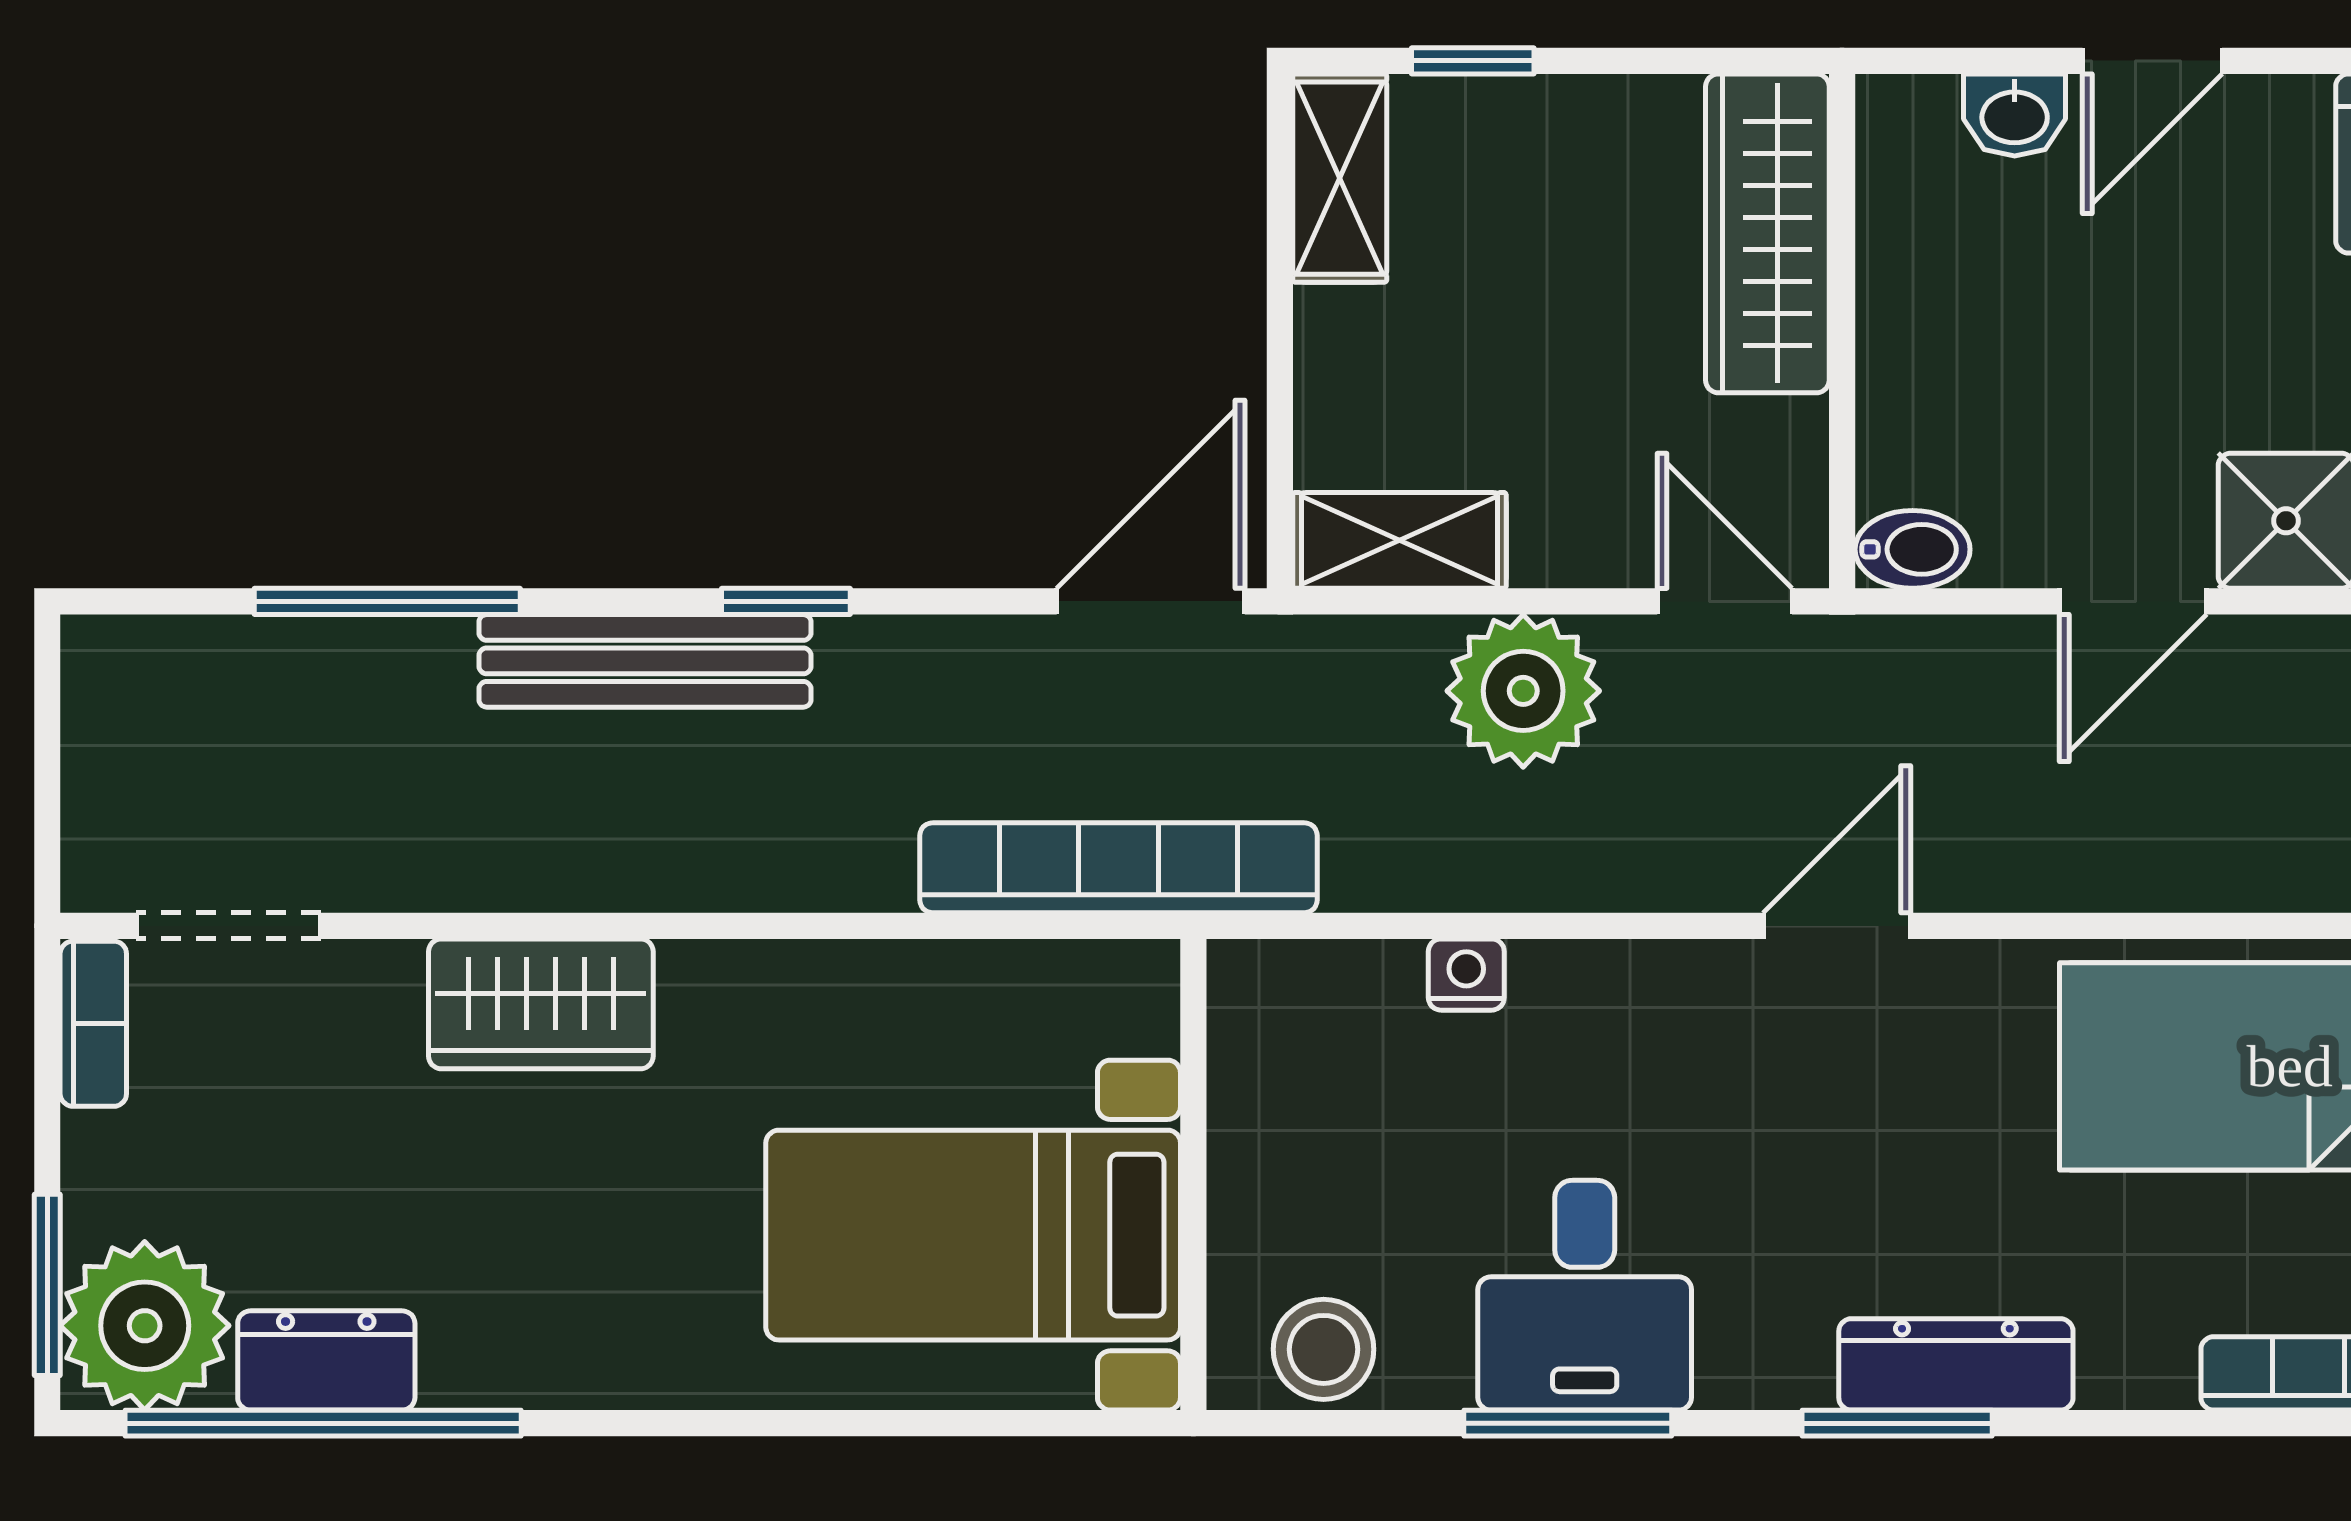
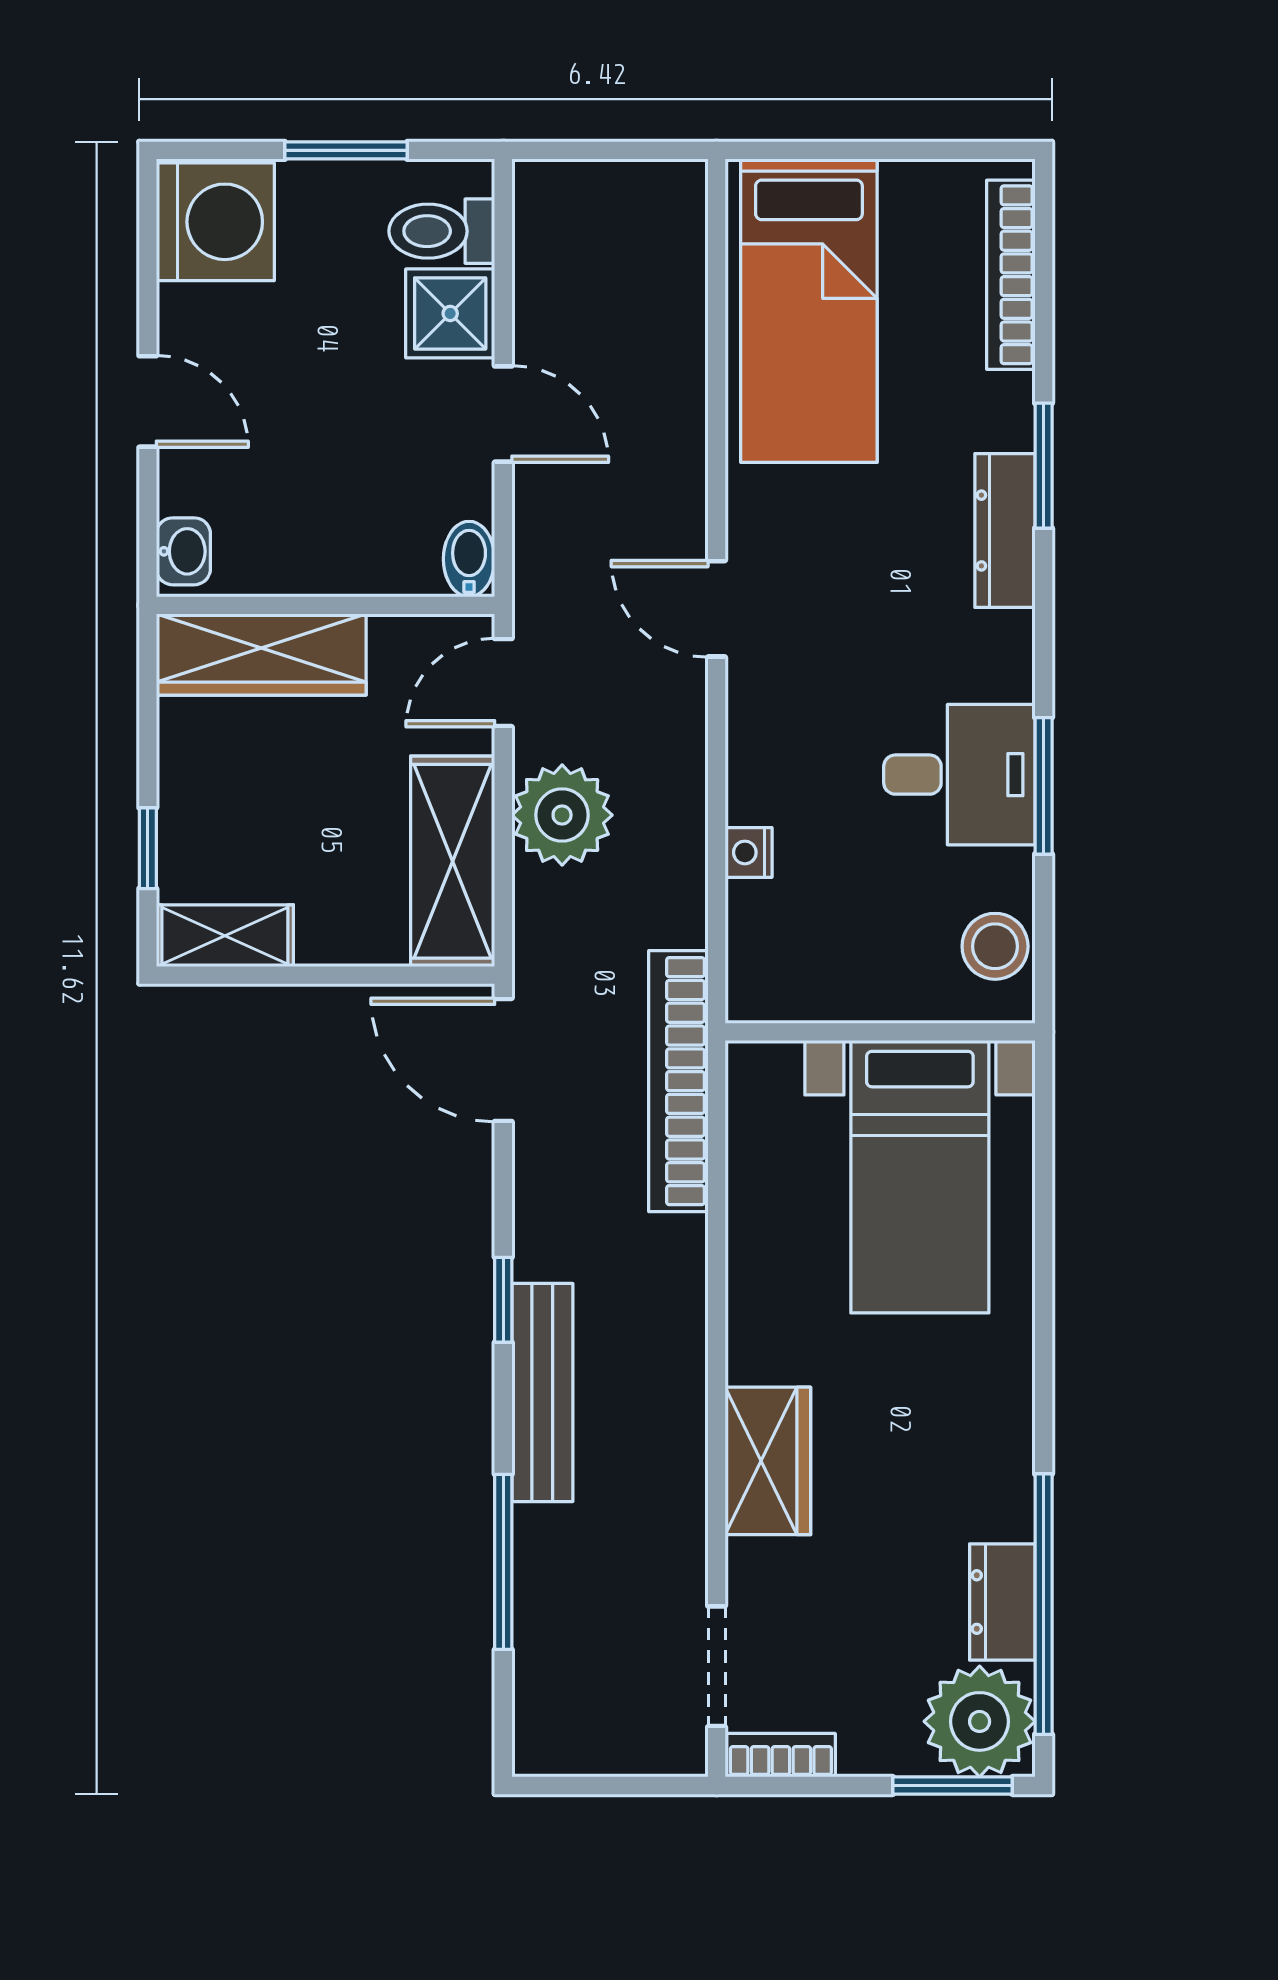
washbasin: (2015, 115) -> (183, 551), moved
shelving: (1400, 540) -> (453, 861), width x1.50, depth x1.33
window: (1897, 1423) -> (1044, 466), moved

